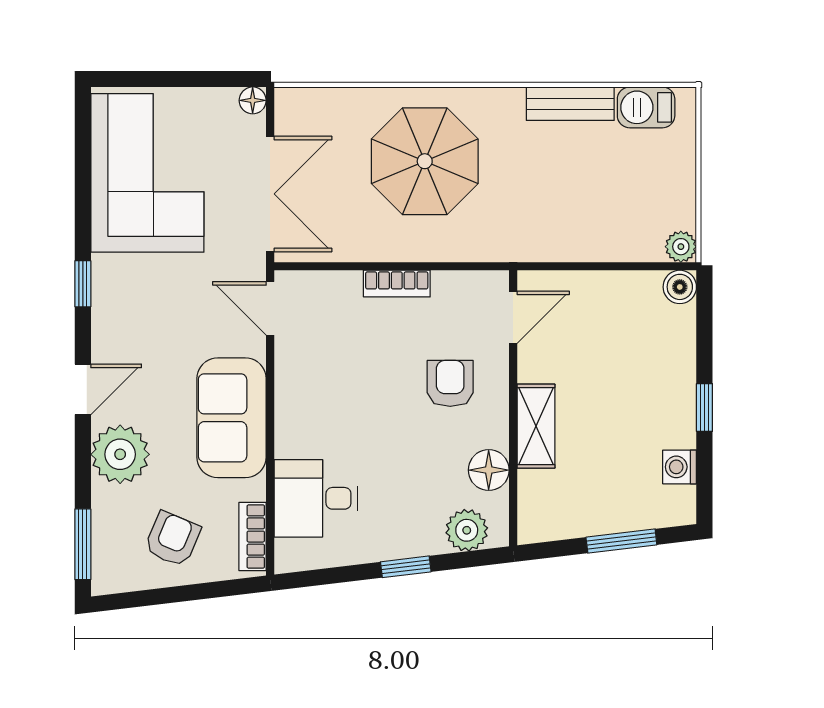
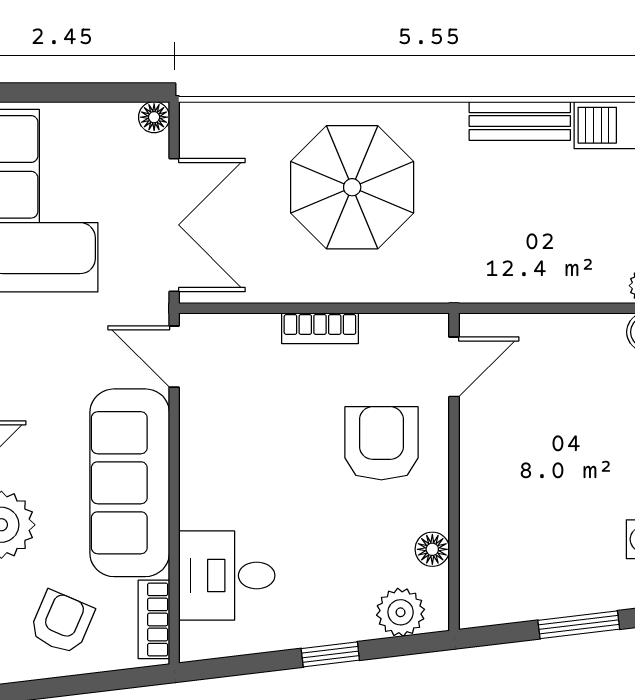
armchair: (450, 383) -> (381, 443), width x1.38, depth x1.38
sofa: (232, 418) -> (130, 483), width x1.36
shelving: (536, 426) -> (480, 492), removed
floor lamp: (489, 470) -> (432, 549), width x0.73, depth x0.73

